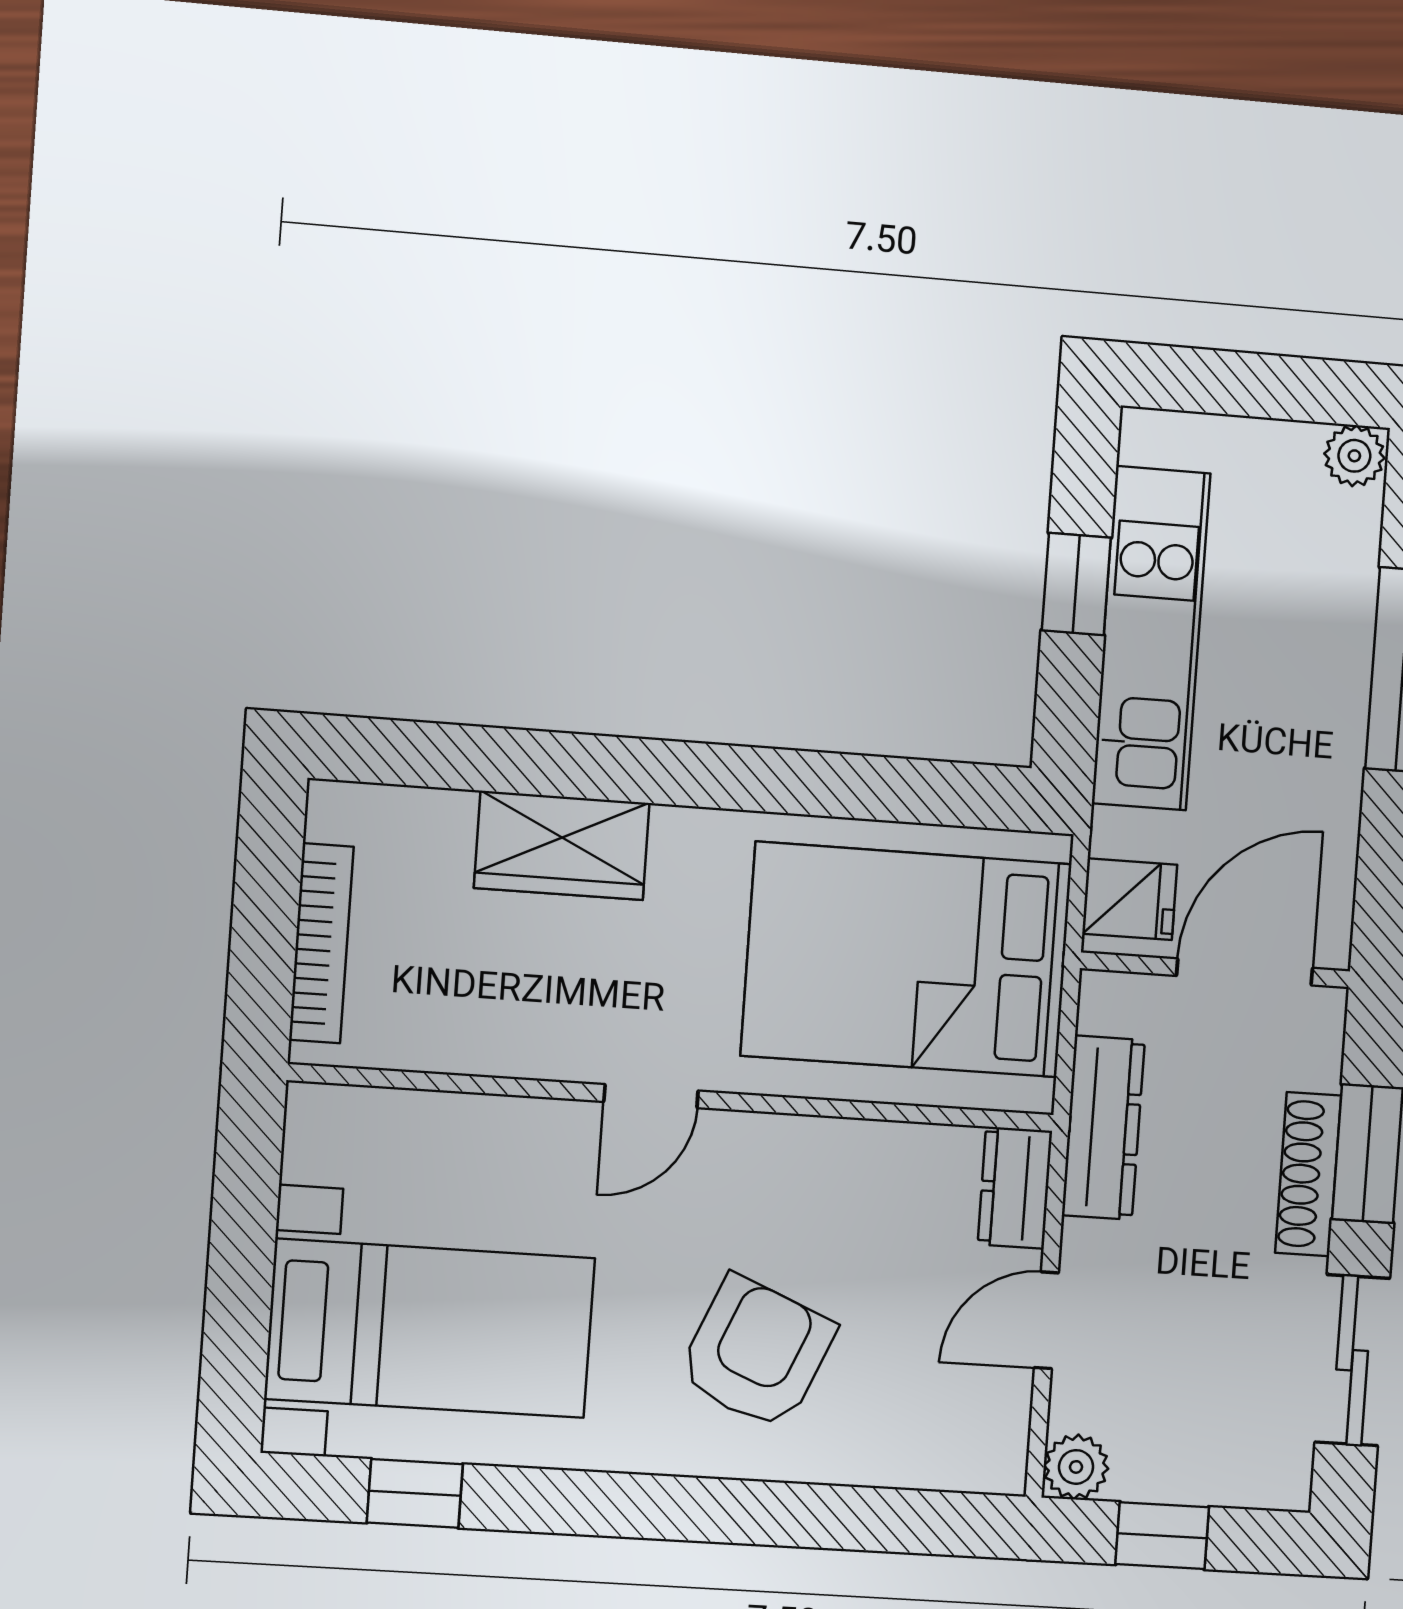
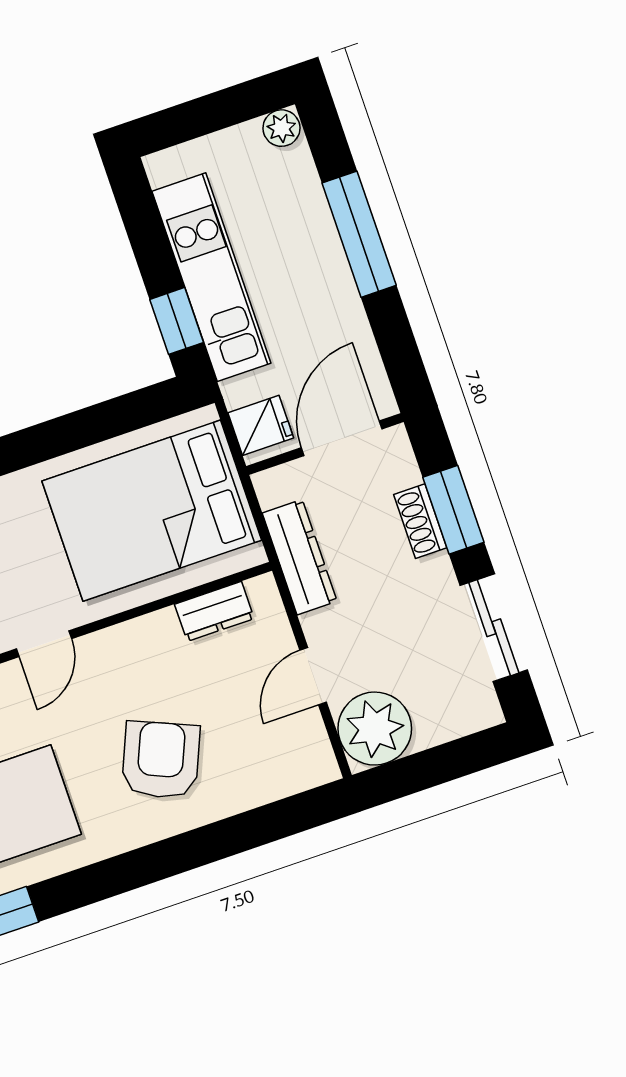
window: (1076, 584) -> (177, 321), moved
shoe rack: (1308, 1174) -> (420, 521), width x0.70
dresser: (1015, 1188) -> (214, 611), moved, turned -90
plant: (1076, 1467) -> (375, 729), width x1.88, depth x1.88
window: (1162, 1536) -> (428, 769), removed

